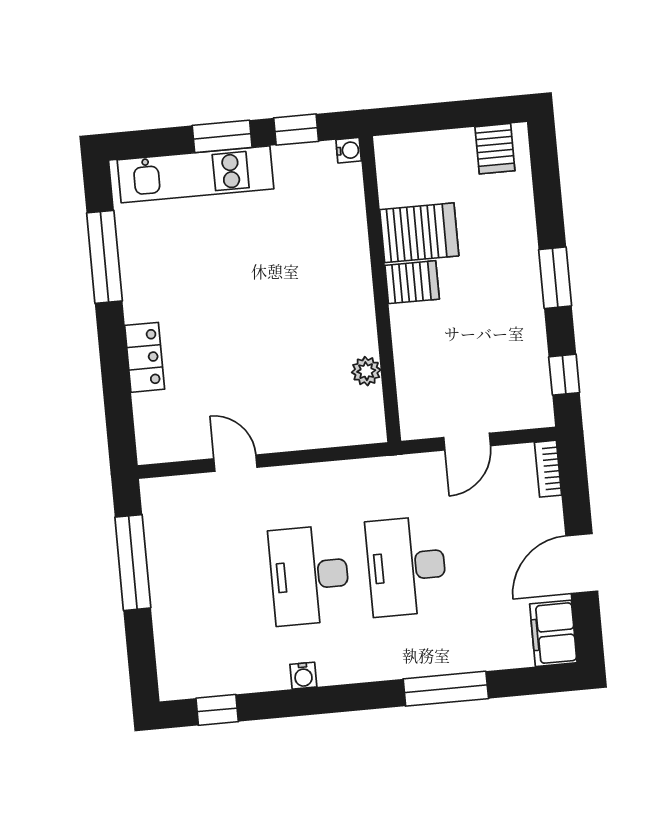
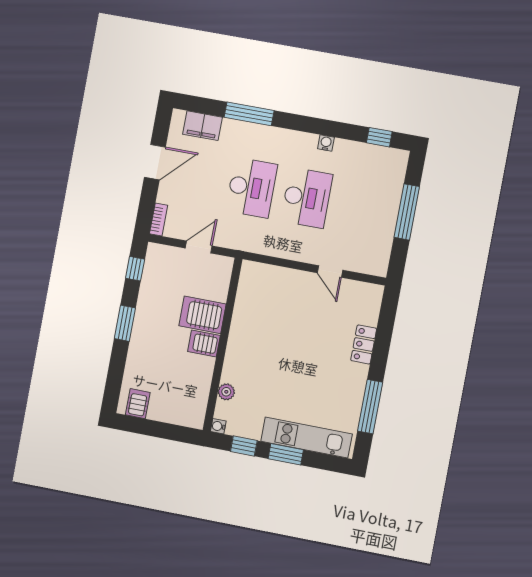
server rack: (419, 233) -> (202, 315), moved
plant: (366, 371) -> (226, 392), moved
window: (133, 563) -> (407, 212), moved
filing cabinet: (553, 633) -> (202, 126), moved, turned 90

